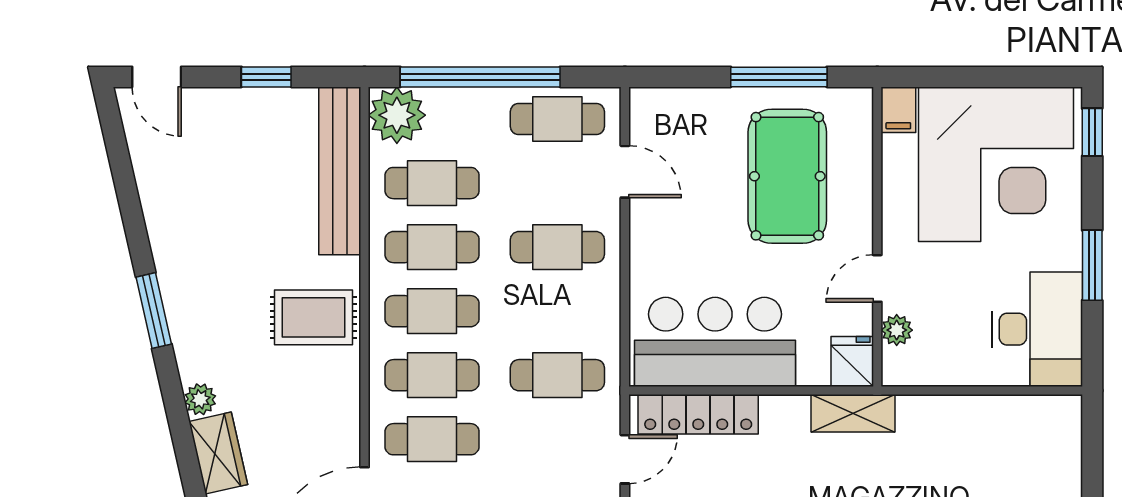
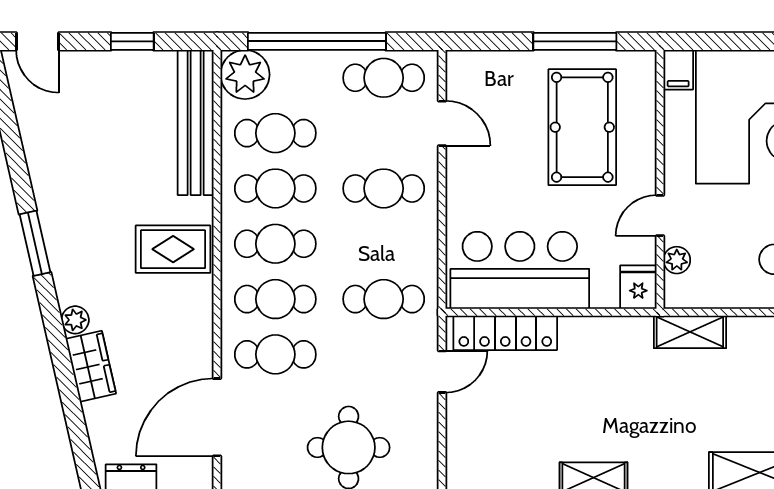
shelving: (853, 413) -> (690, 332), moved

